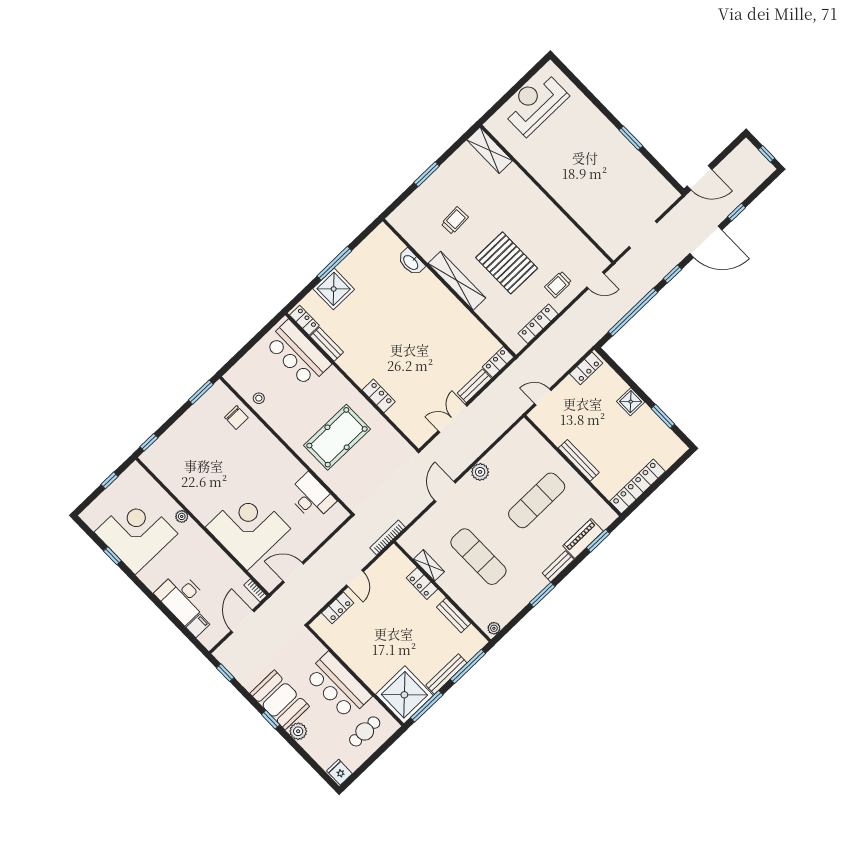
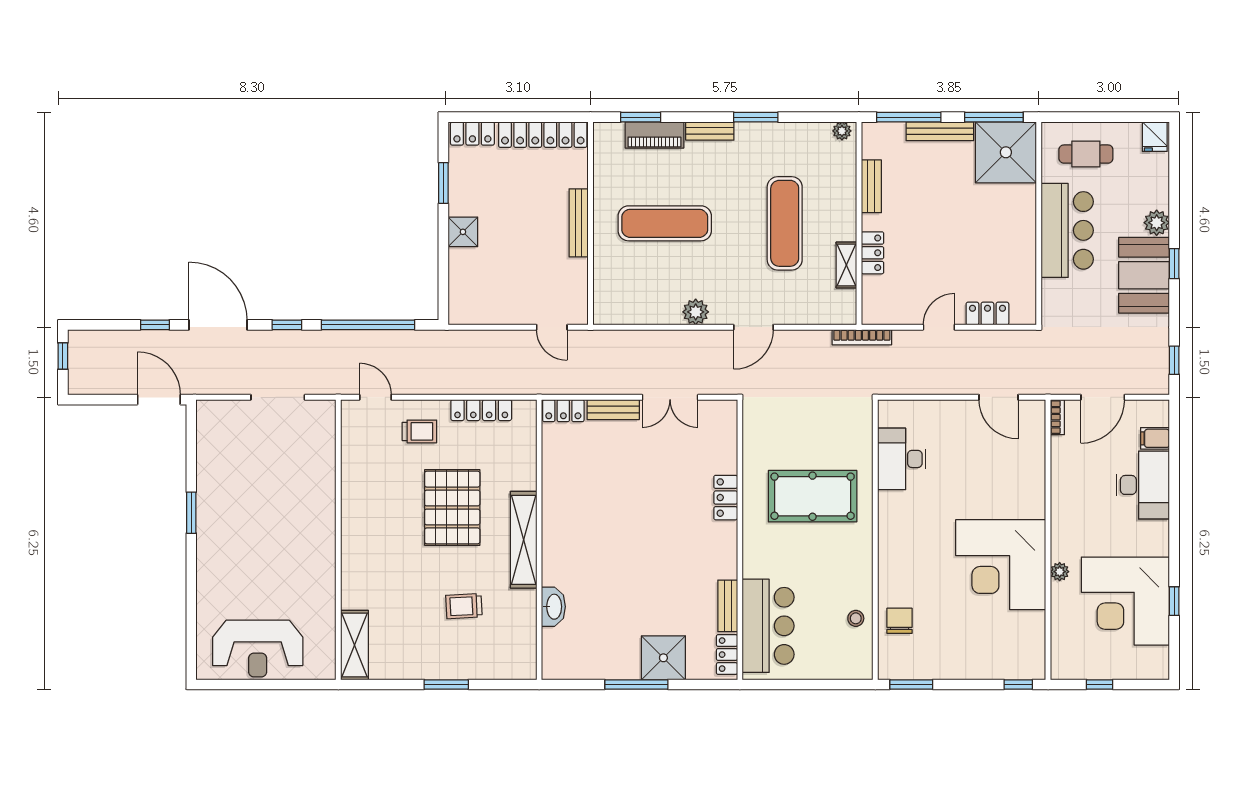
locker: (586, 368) -> (472, 133), moved, turned 180
corner desk: (248, 528) -> (1001, 565), moved

